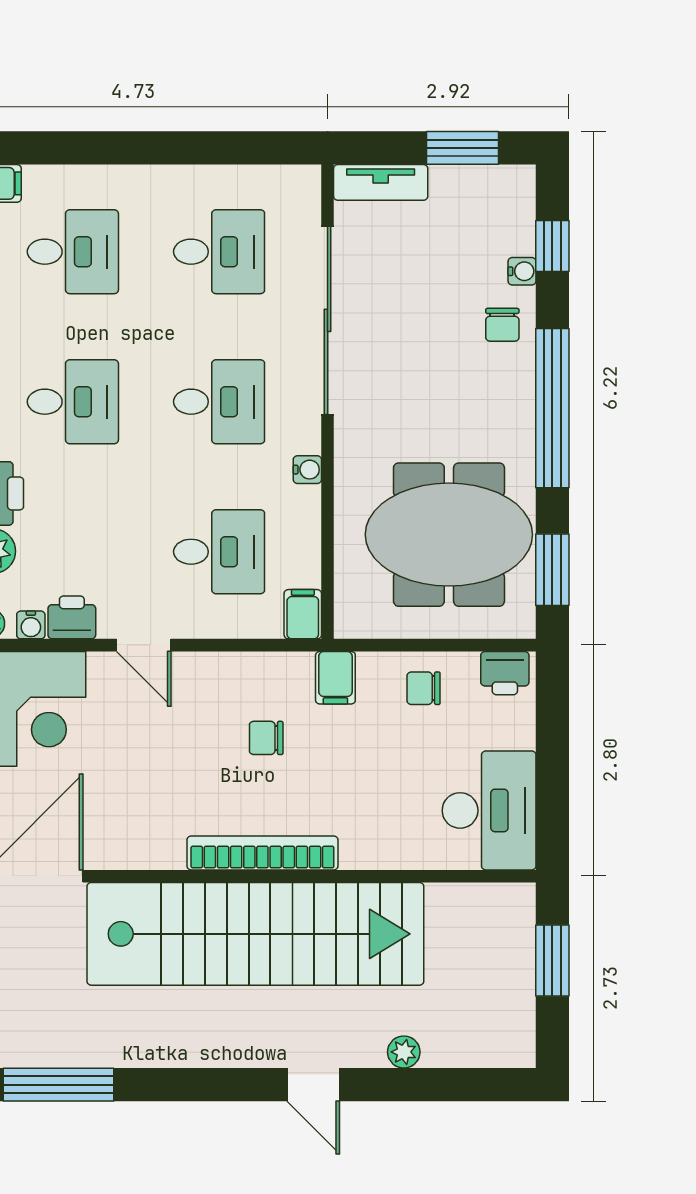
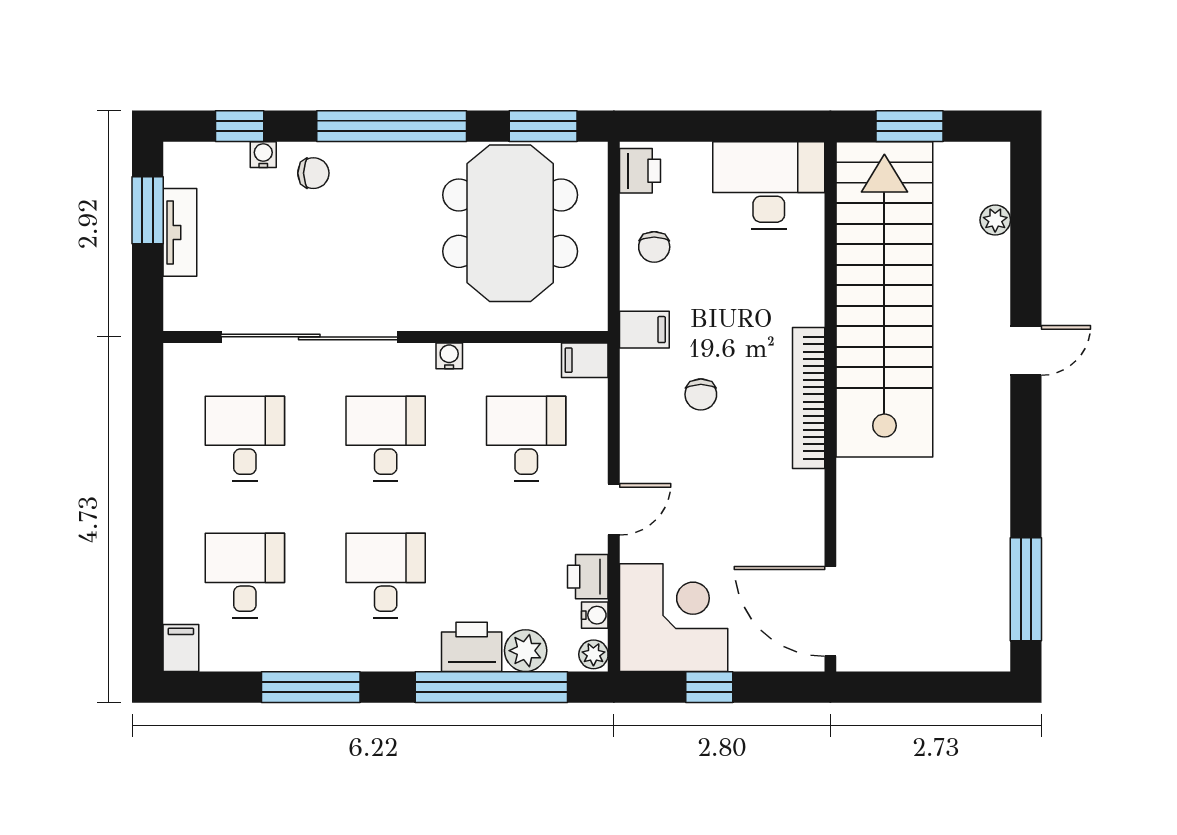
tv unit: (381, 182) -> (180, 232), moved
stairs: (255, 934) -> (884, 299), moved
plant: (404, 1052) -> (995, 220), moved

